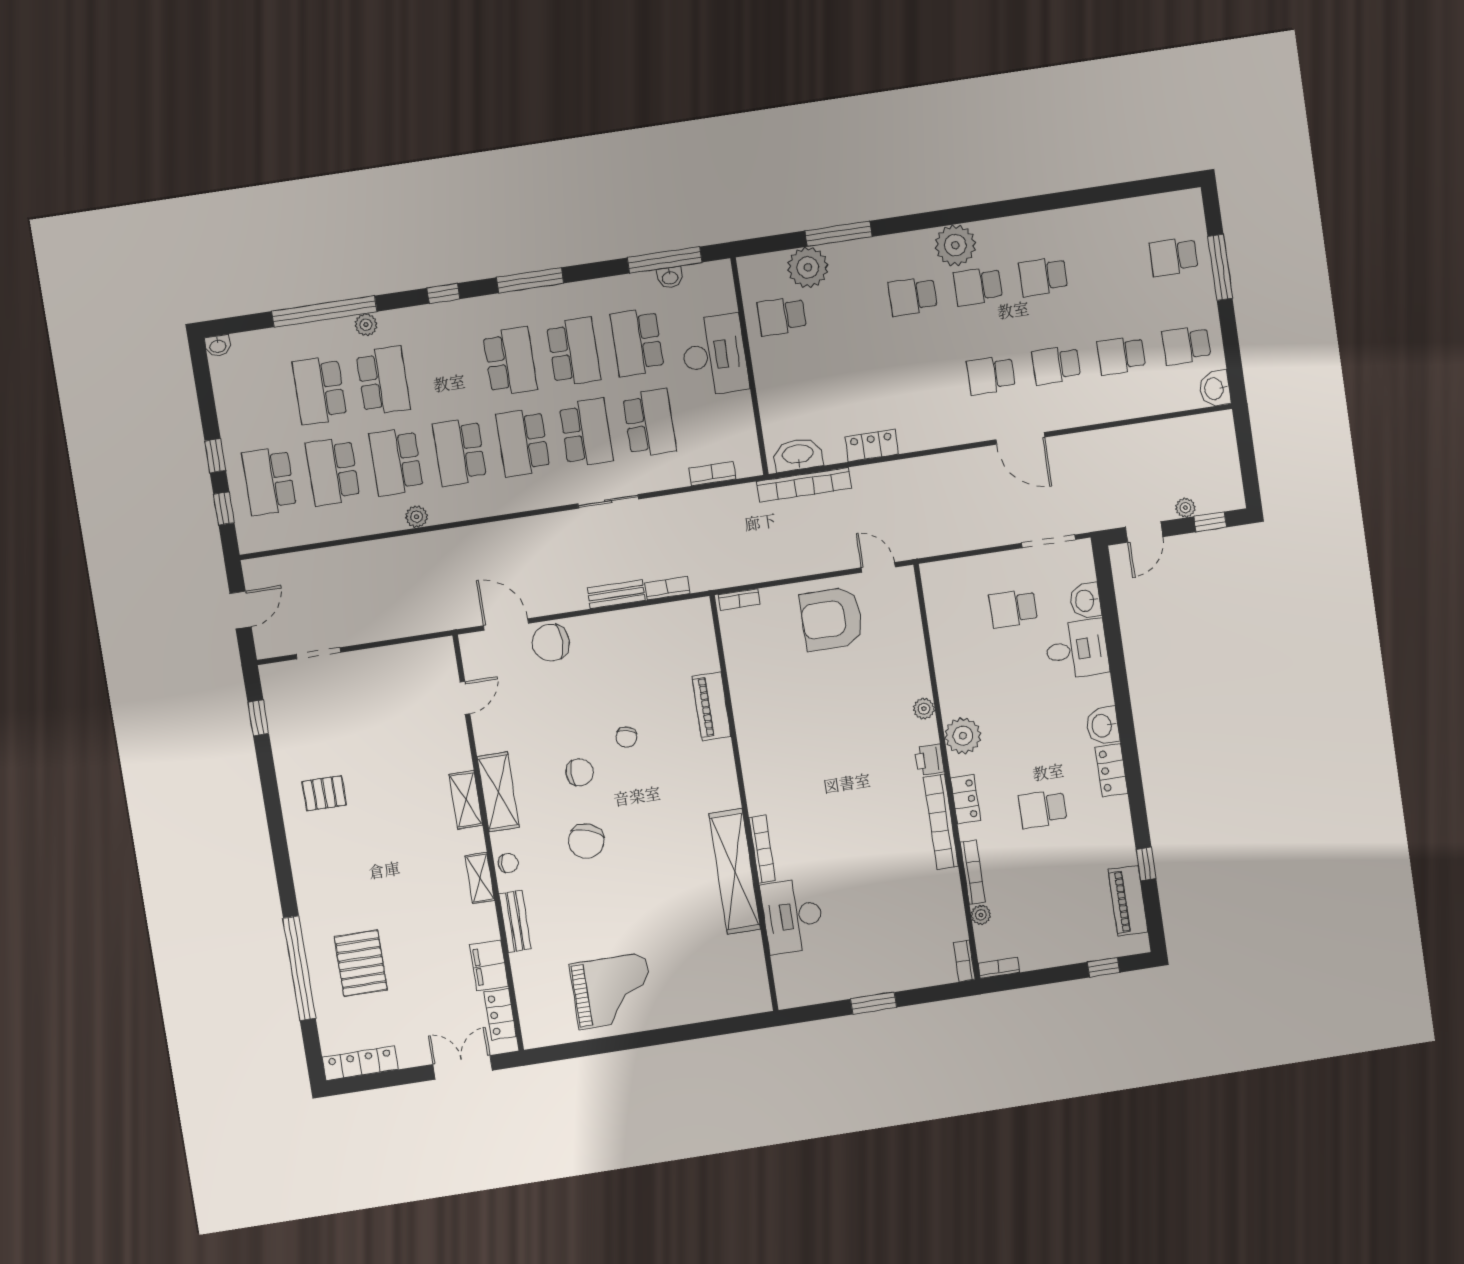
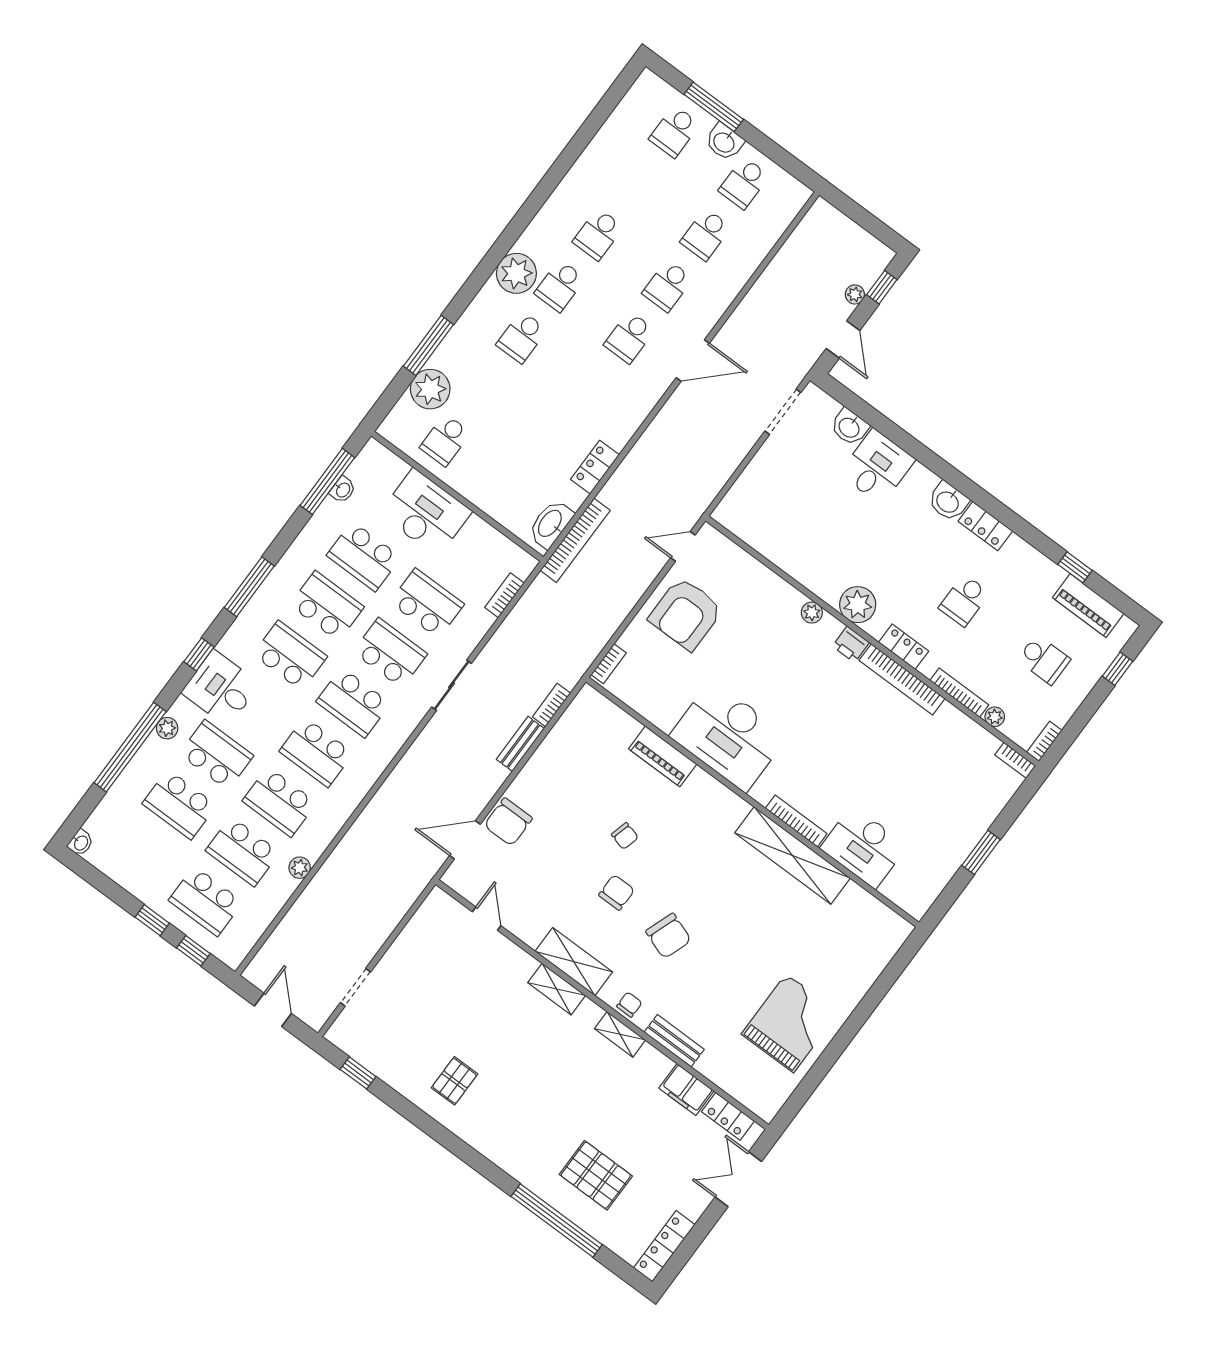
desk: (435, 335) -> (221, 688), added
washbasin: (1215, 389) -> (724, 142), moved
plant: (417, 517) -> (300, 868), moved
school desk: (1013, 608) -> (1044, 660), moved, turned -90
desk: (774, 739) -> (729, 736), added

